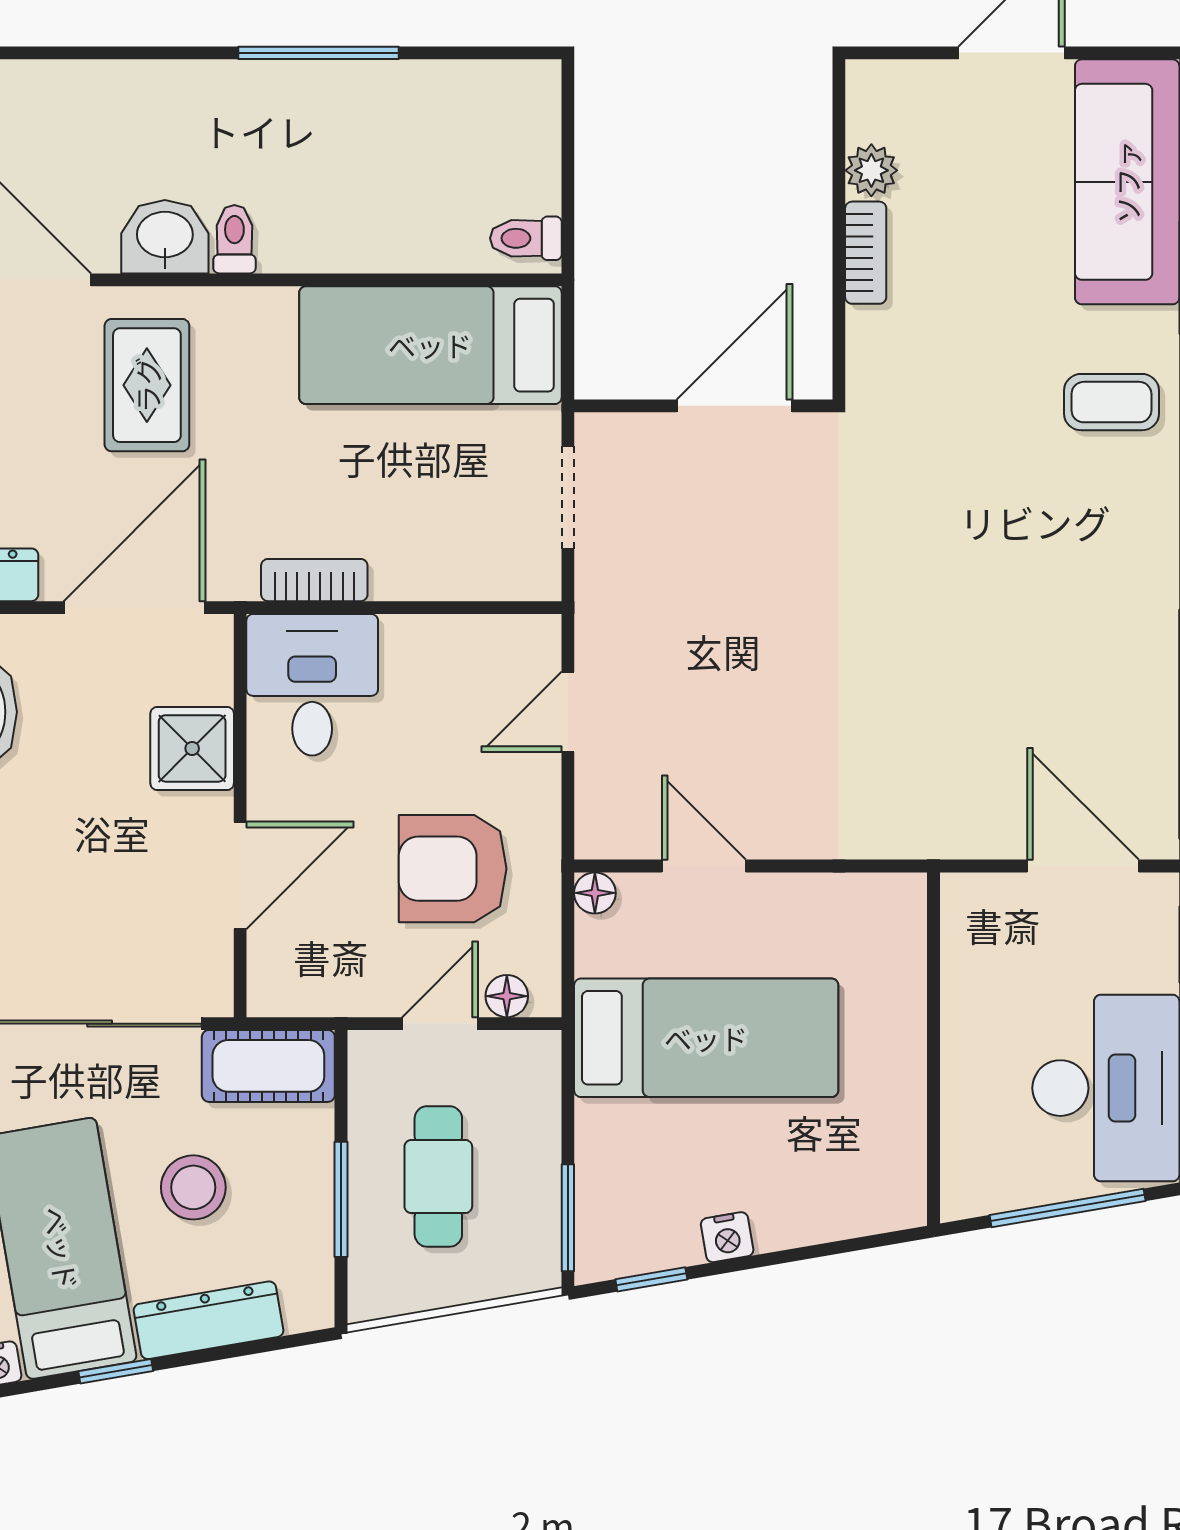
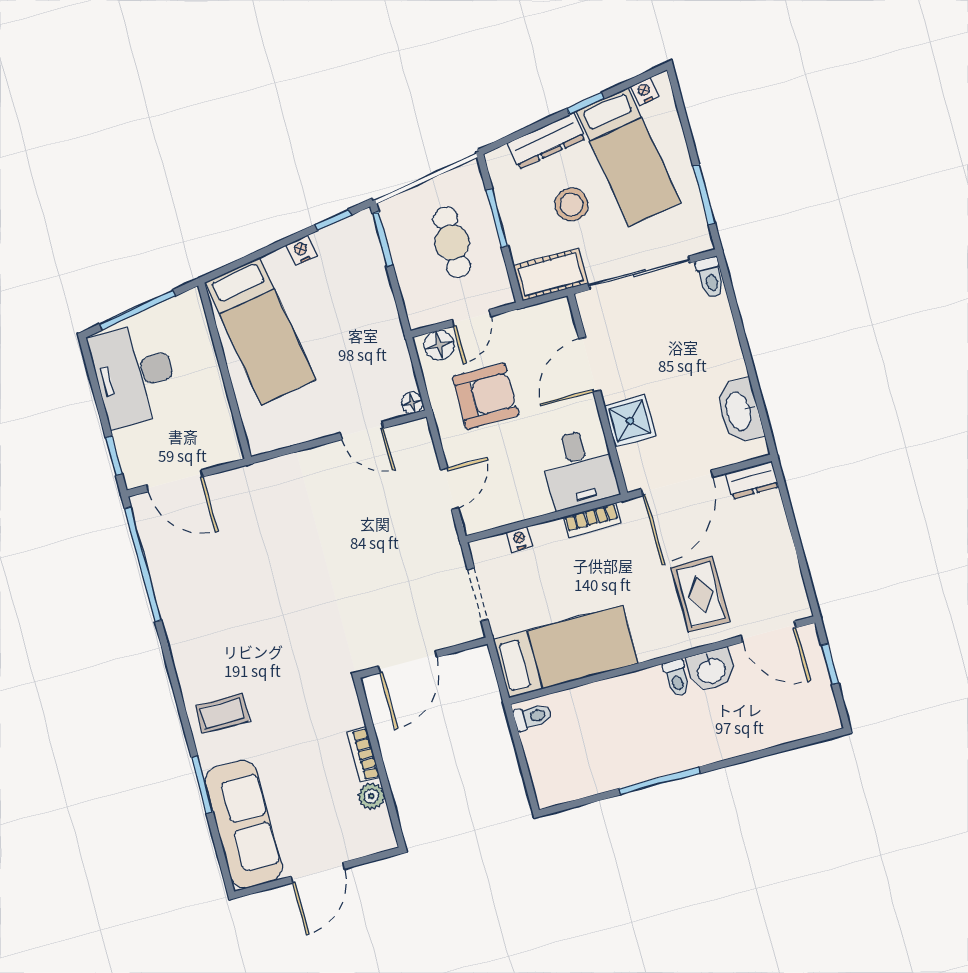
nightstand: (461, 581) -> (519, 539), added
floor lamp: (507, 996) -> (439, 345), width x1.37, depth x1.37
bed: (706, 1038) -> (260, 331), moved, turned -100

